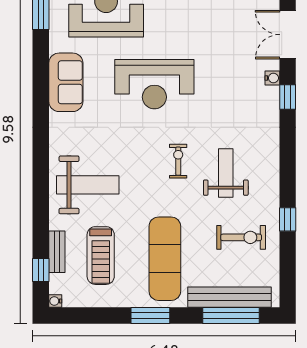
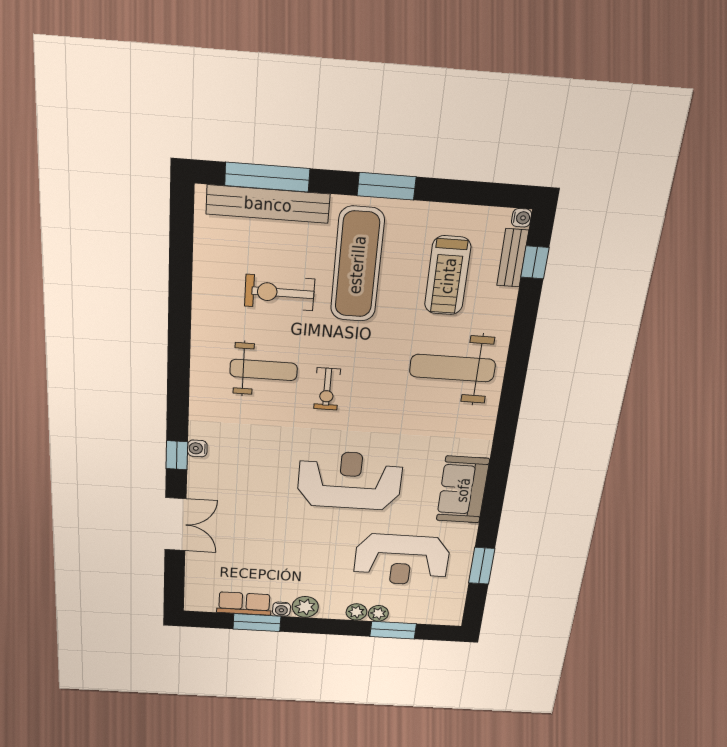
water cooler: (272, 78) -> (197, 448), moved
weight bench: (226, 173) -> (264, 370), turned -90
window: (288, 219) -> (180, 305), removed
exercise bike: (241, 237) -> (280, 293), moved
bench: (57, 252) -> (513, 258), moved
treadmill: (101, 256) -> (448, 276), turned 180

